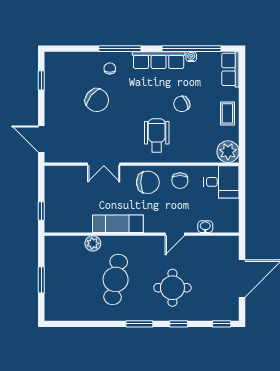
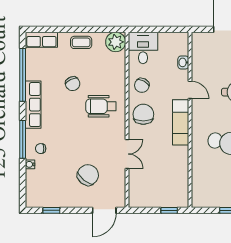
water cooler: (191, 57) -> (30, 164), moved
chair: (97, 100) -> (88, 175), moved
chair: (180, 181) -> (142, 85), turned 117
exam couch: (118, 224) -> (181, 122), moved
plant: (93, 243) -> (198, 164), removed

